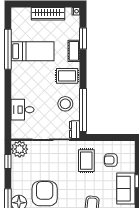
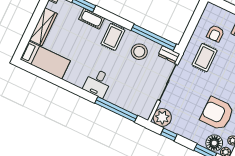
window: (8, 49) -> (116, 109), moved
bed: (33, 51) -> (45, 60), moved, turned 90
desk: (23, 110) -> (98, 83), moved
rug: (86, 161) -> (205, 58), turned 90

